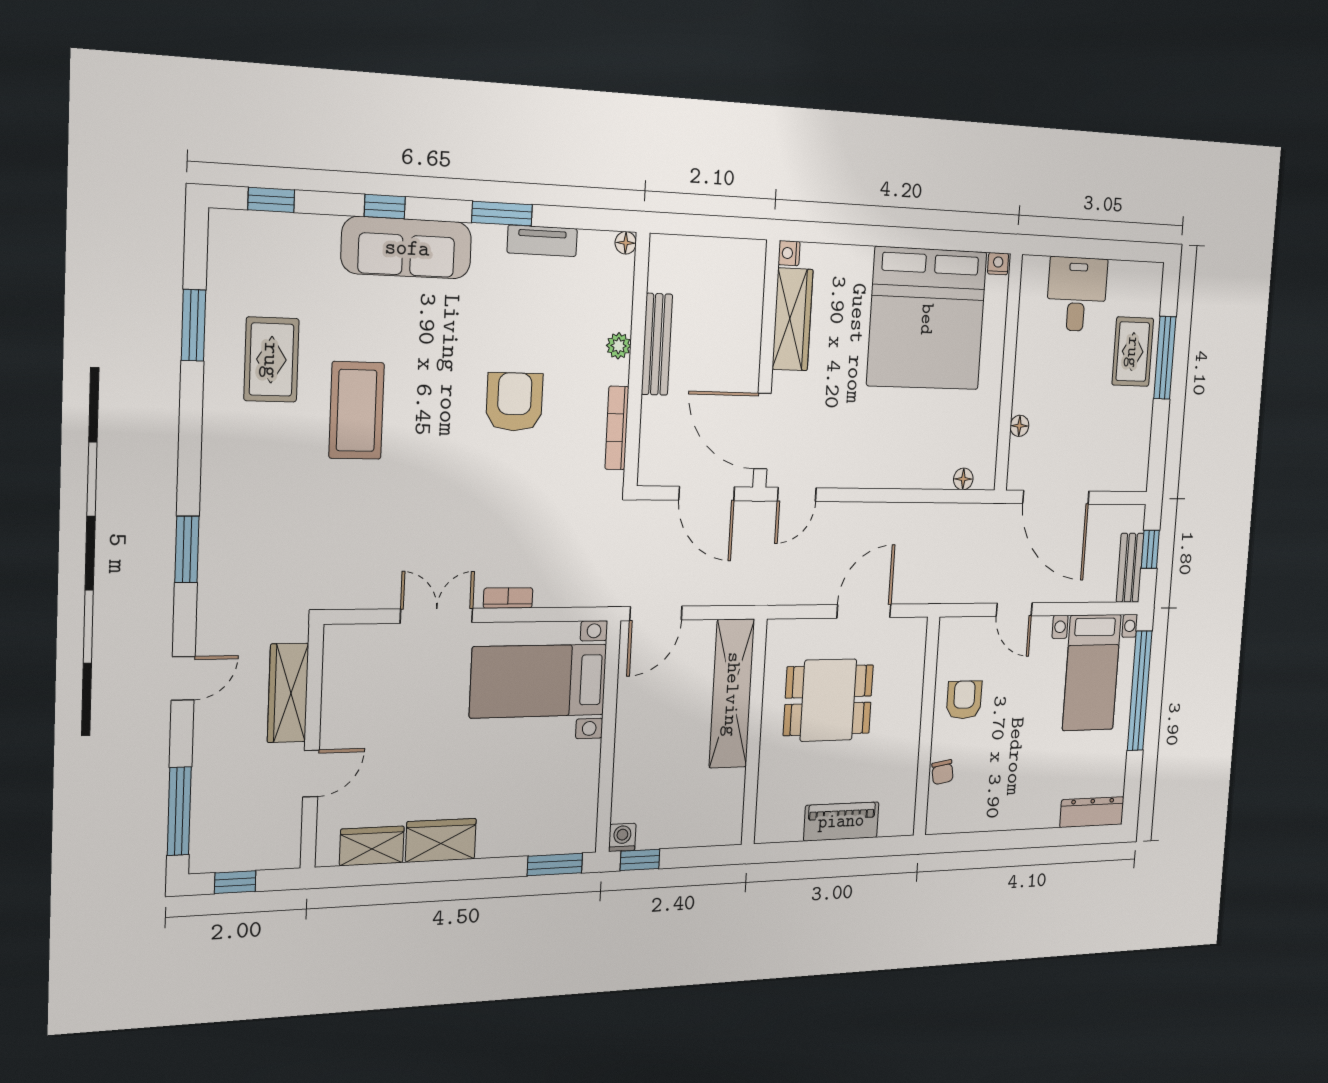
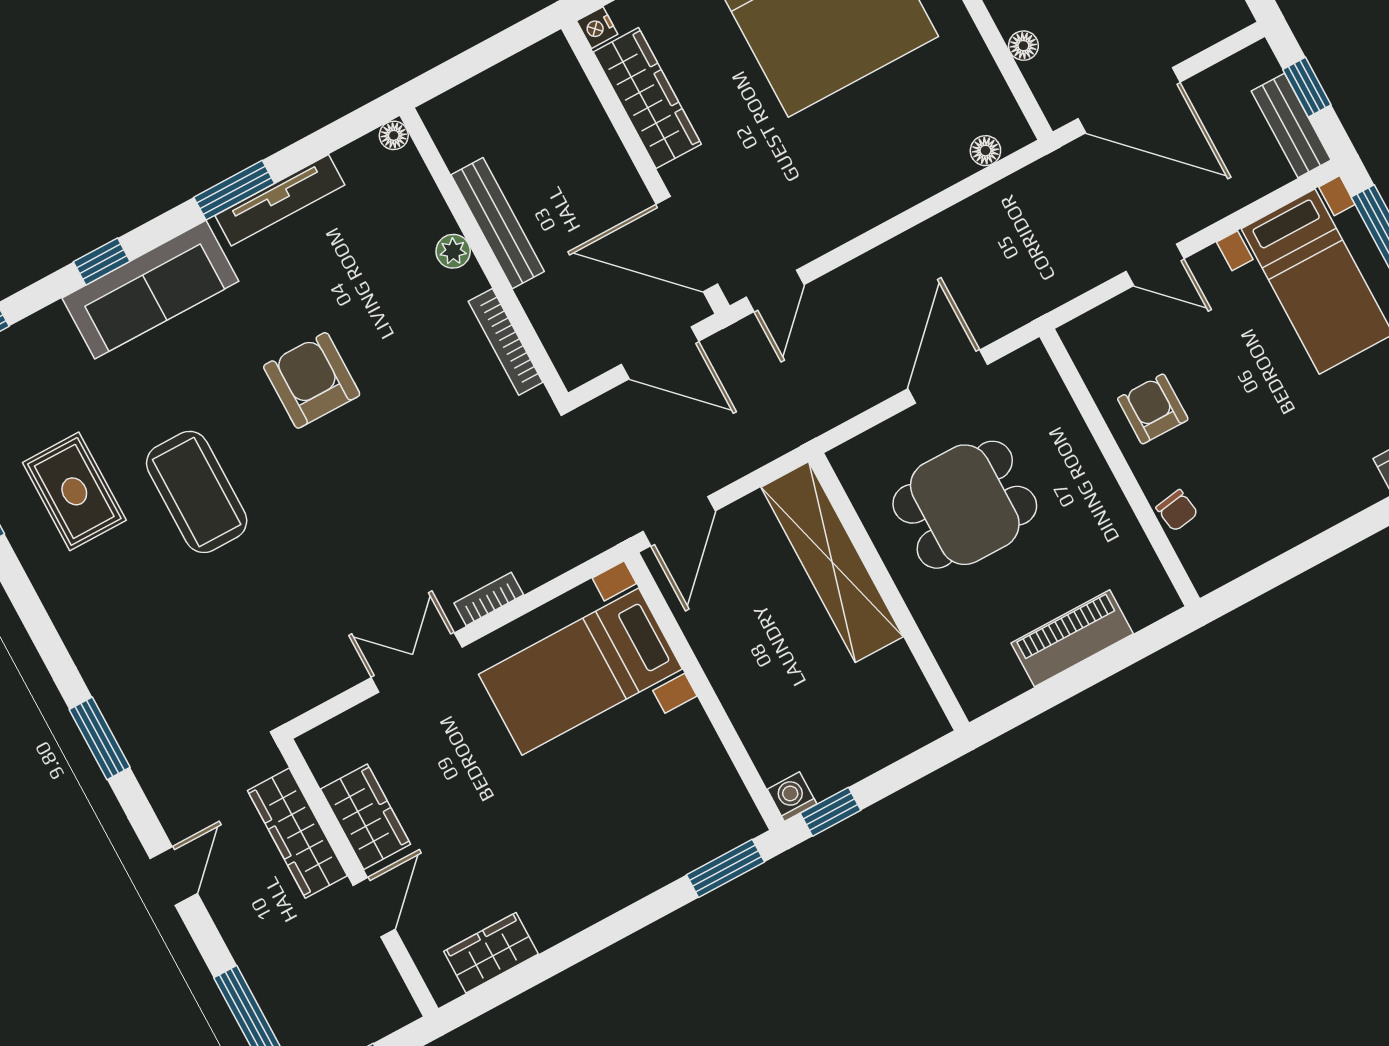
tv unit: (542, 241) -> (280, 200), width x1.41
armchair: (514, 402) -> (312, 380), moved
wardrobe: (441, 840) -> (365, 817), moved, turned 90

